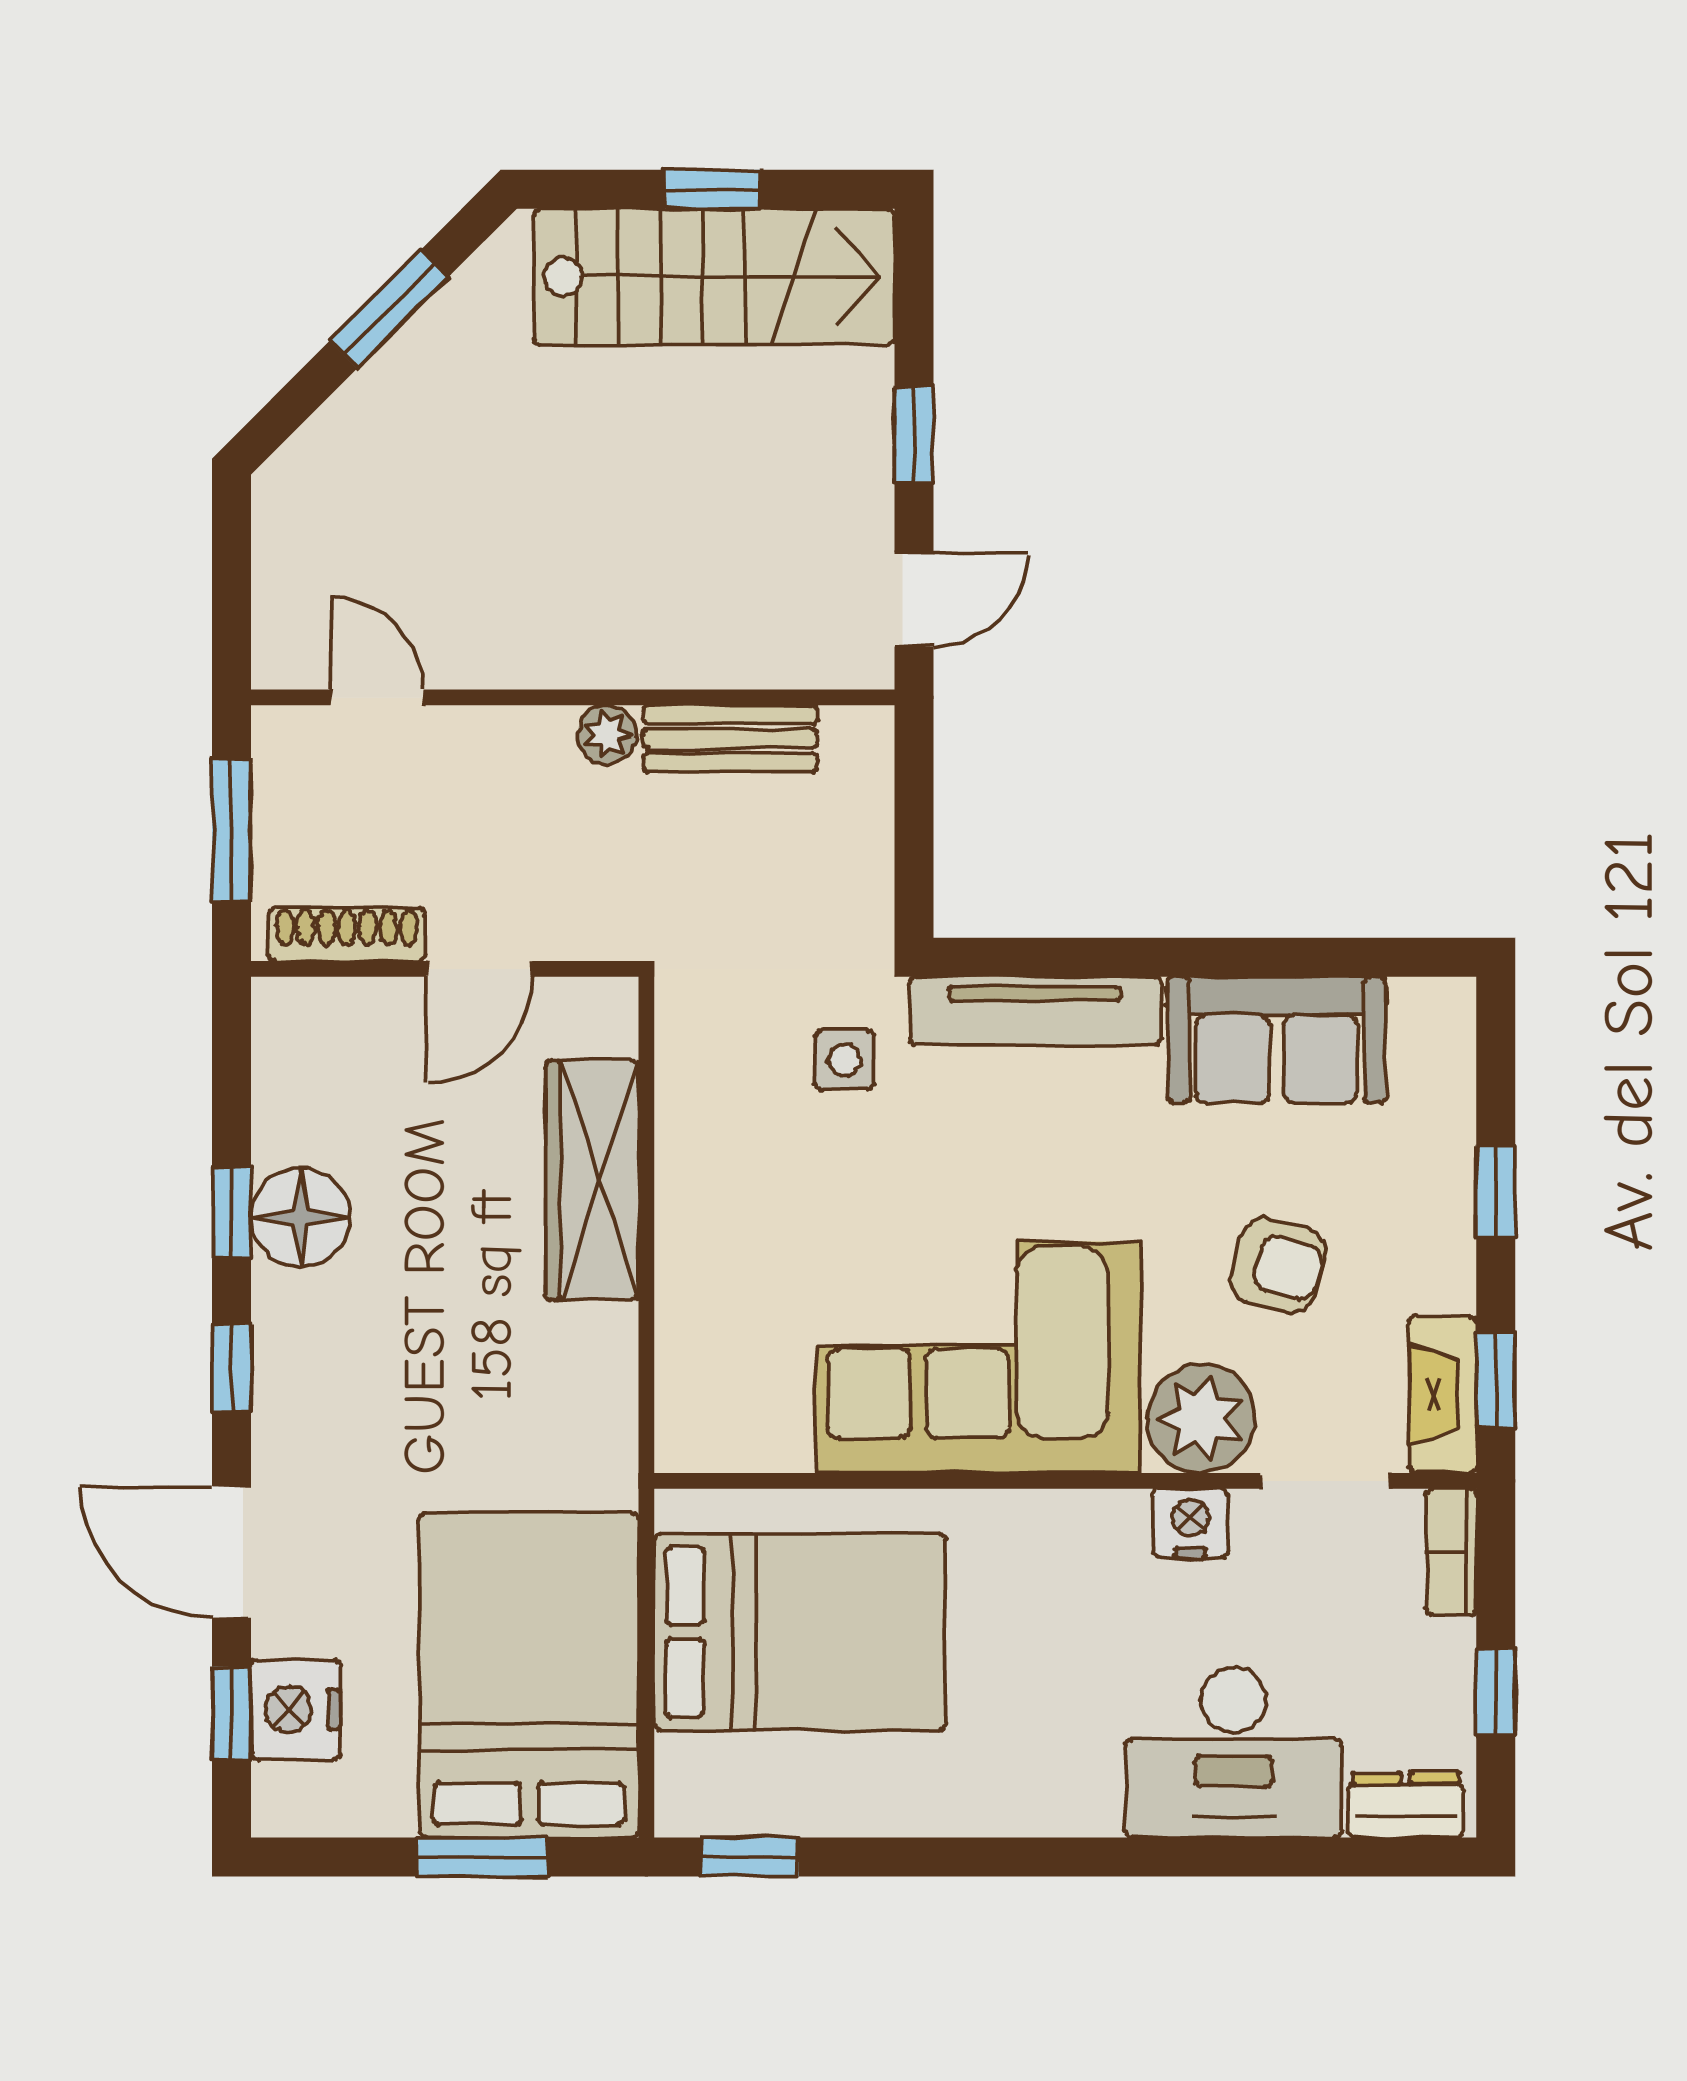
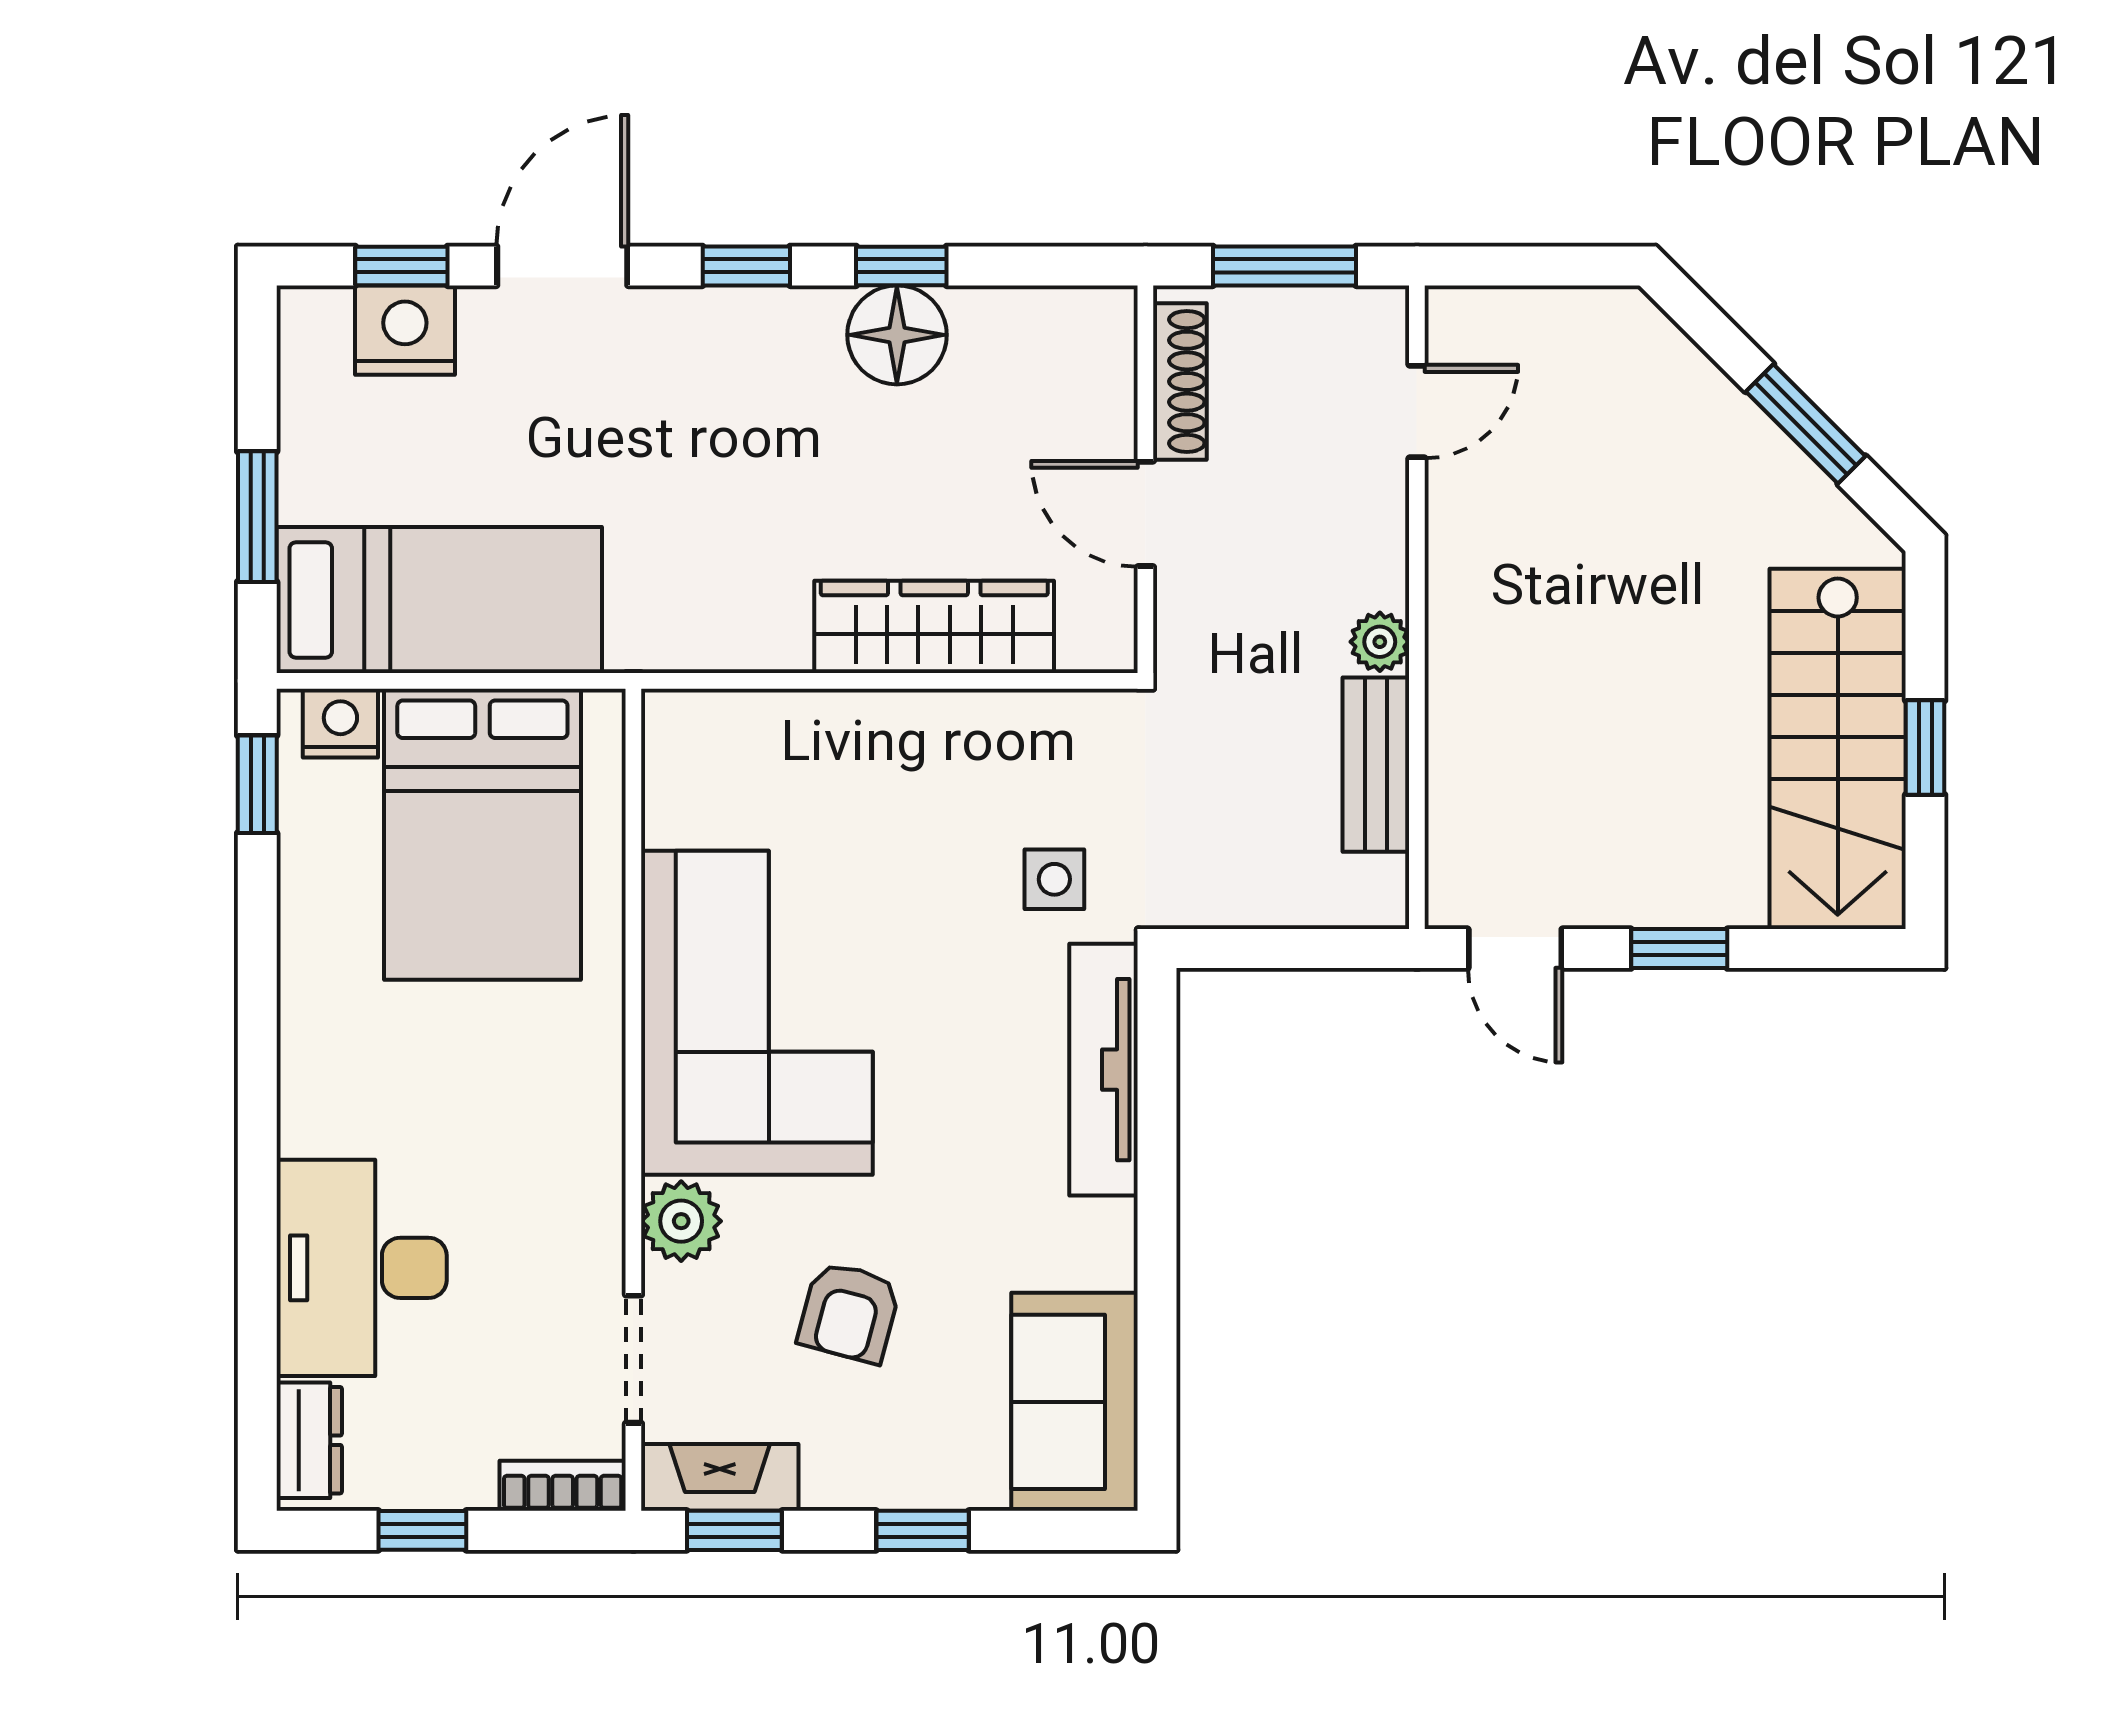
sofa: (1276, 1040) -> (1075, 1402), moved
plant: (1201, 1419) -> (681, 1221), width x0.73, depth x0.73
nightstand: (1190, 1523) -> (340, 723), moved, turned -90
bed: (529, 1675) -> (439, 600), width x0.67

